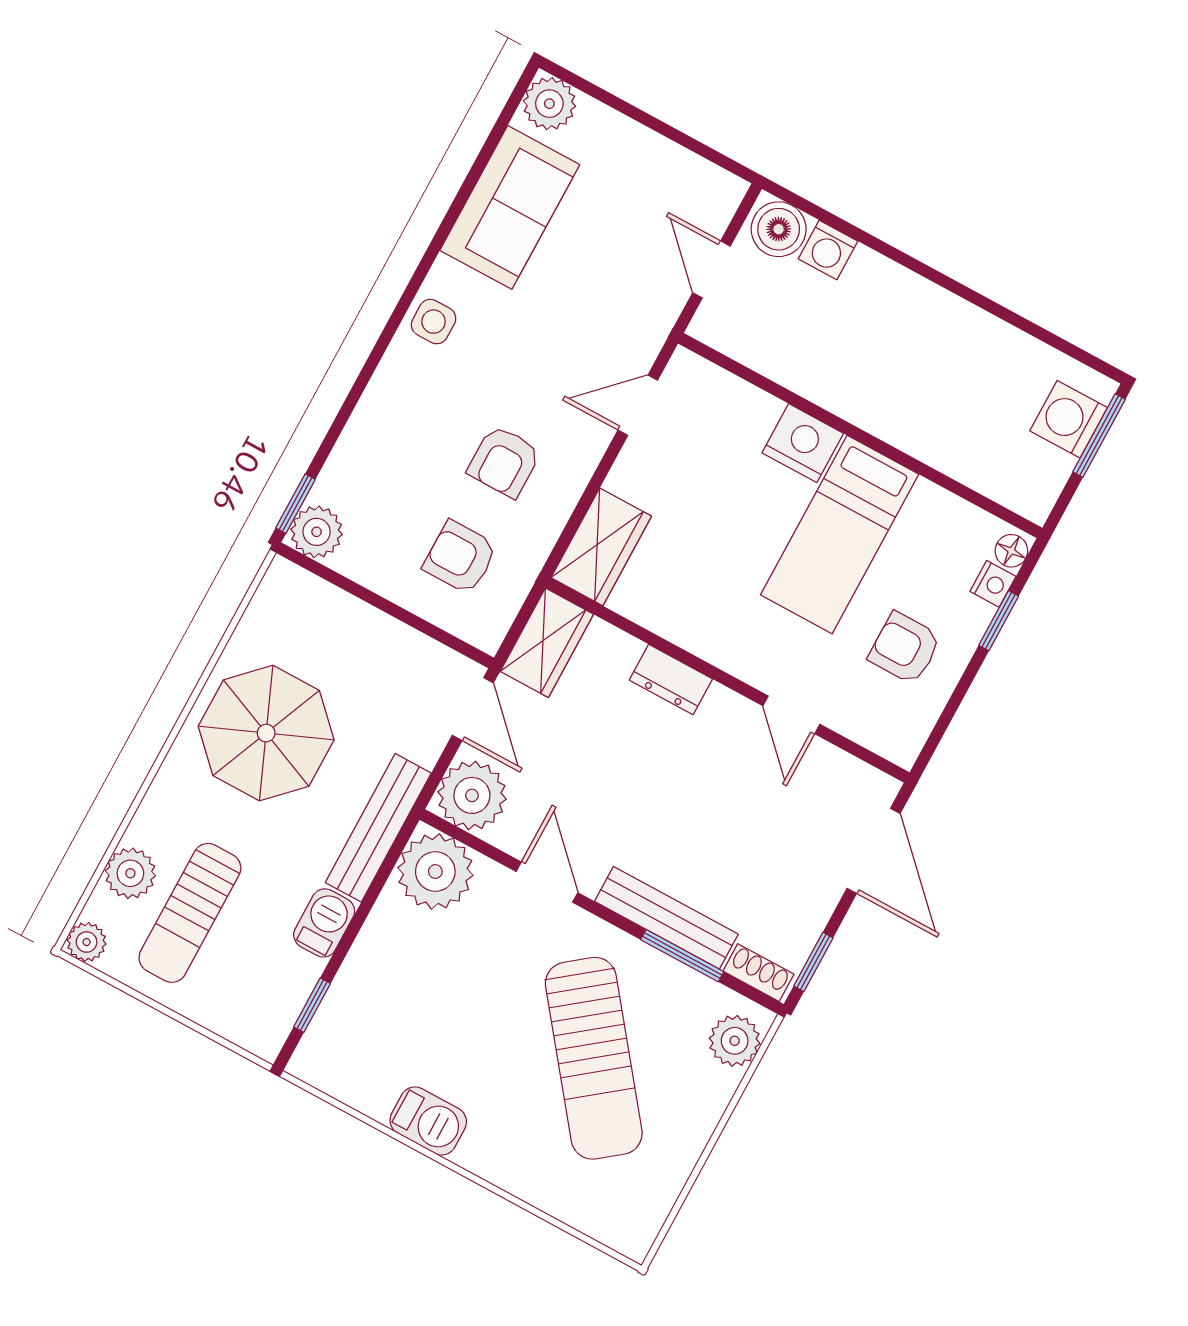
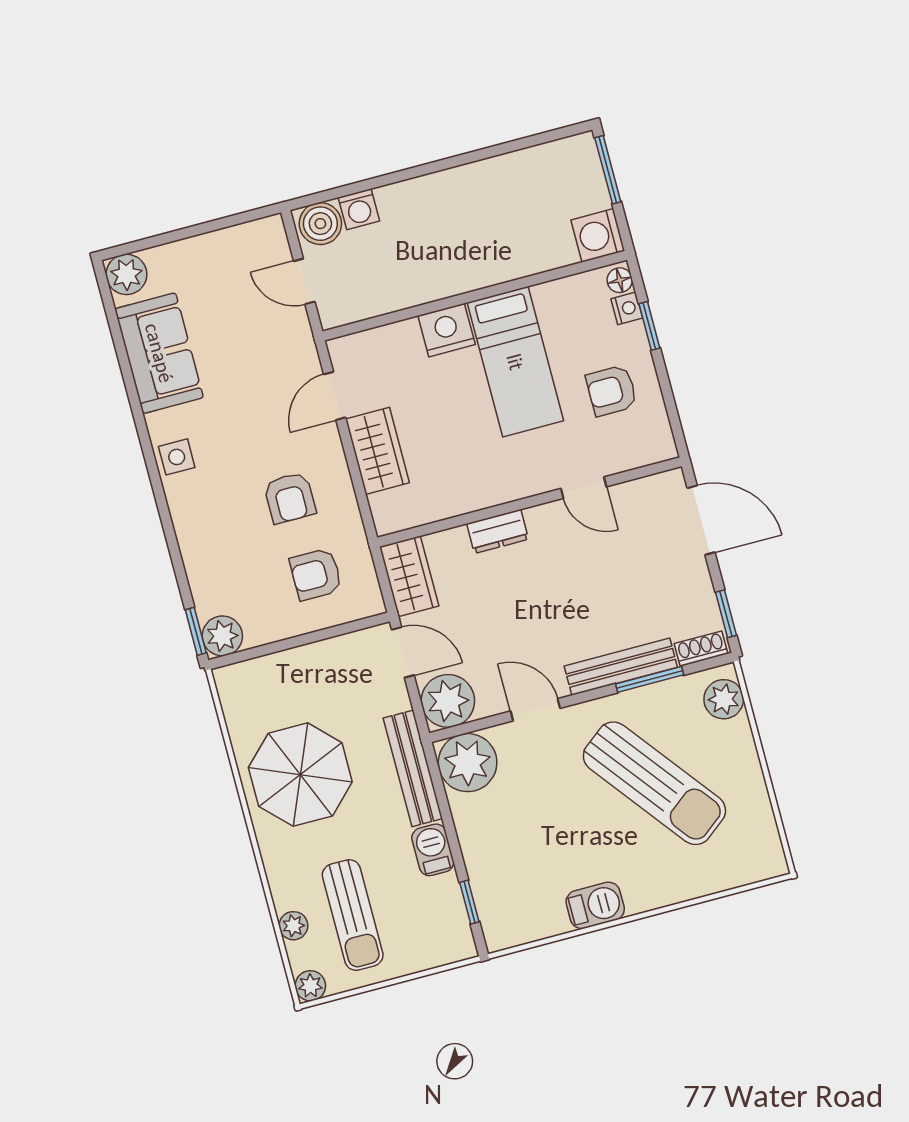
washing machine: (1069, 419) -> (598, 235), moved
wardrobe: (601, 547) -> (377, 451), moved
plant: (130, 873) -> (293, 926), width x0.73, depth x0.73

